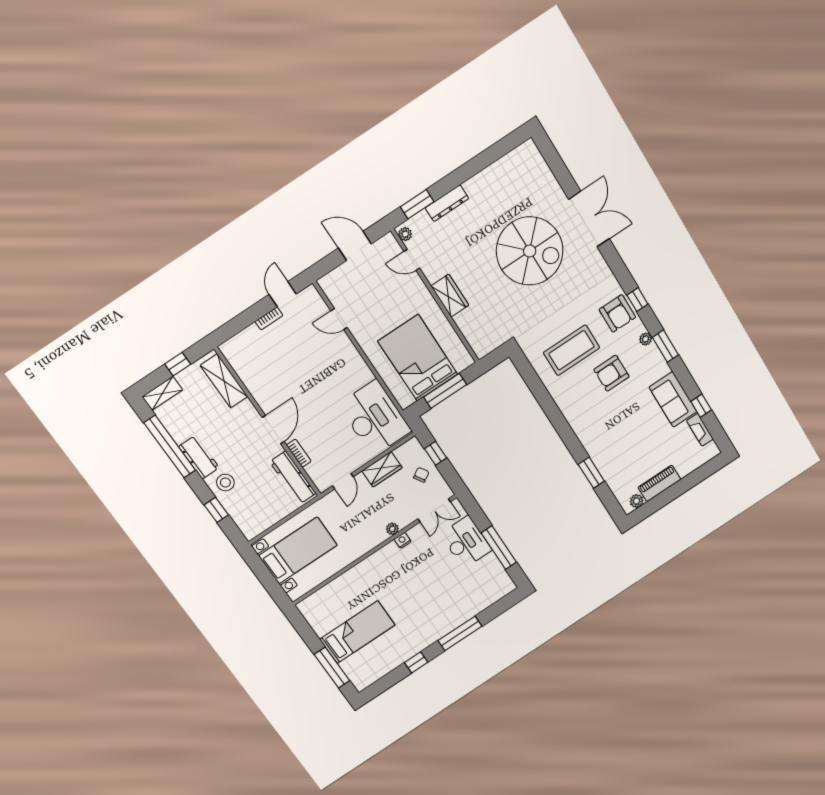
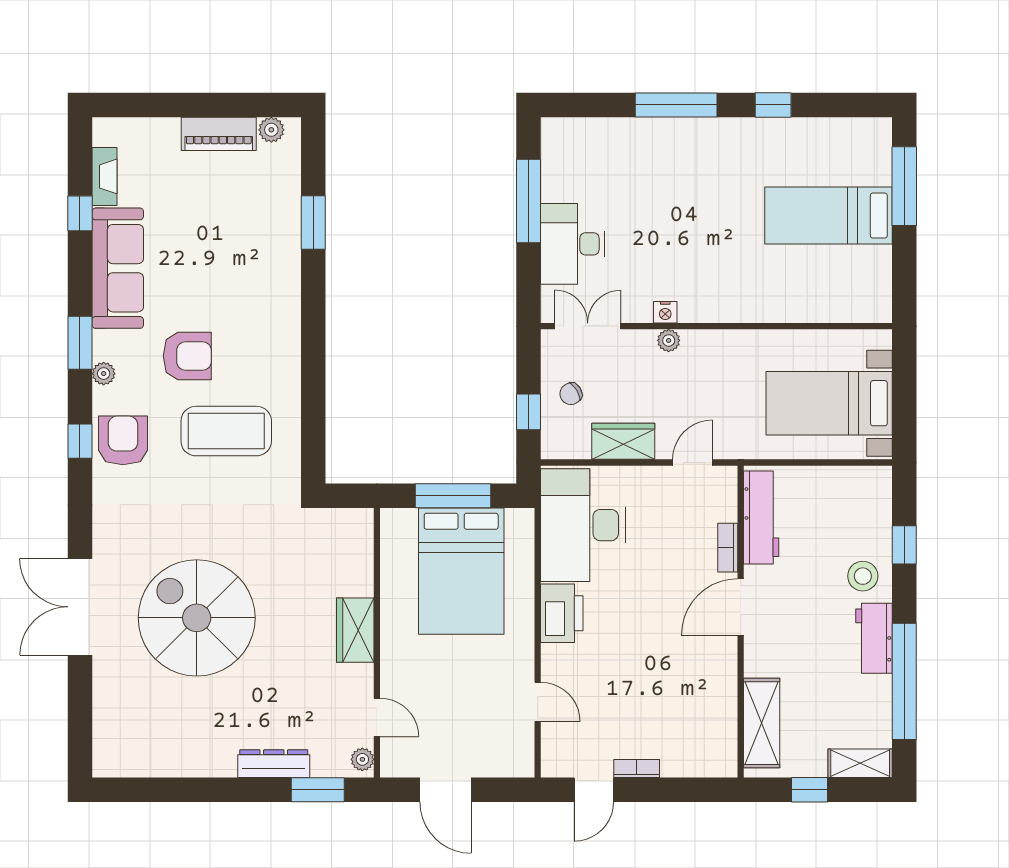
printer: (356, 370) -> (562, 613), added
sofa: (673, 400) -> (118, 268), width x1.36

